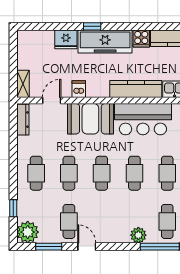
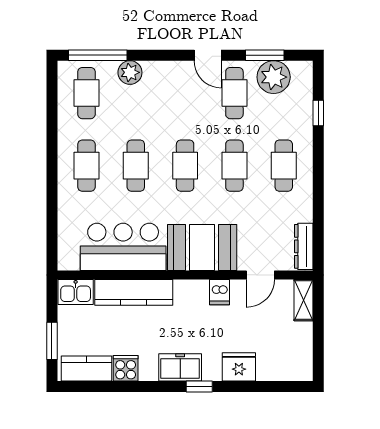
freezer: (105, 42) -> (180, 367), width x0.52, depth x0.79
plant: (28, 232) -> (274, 77), moved

